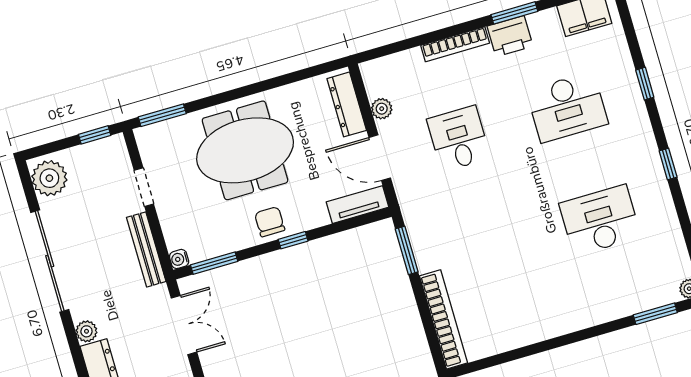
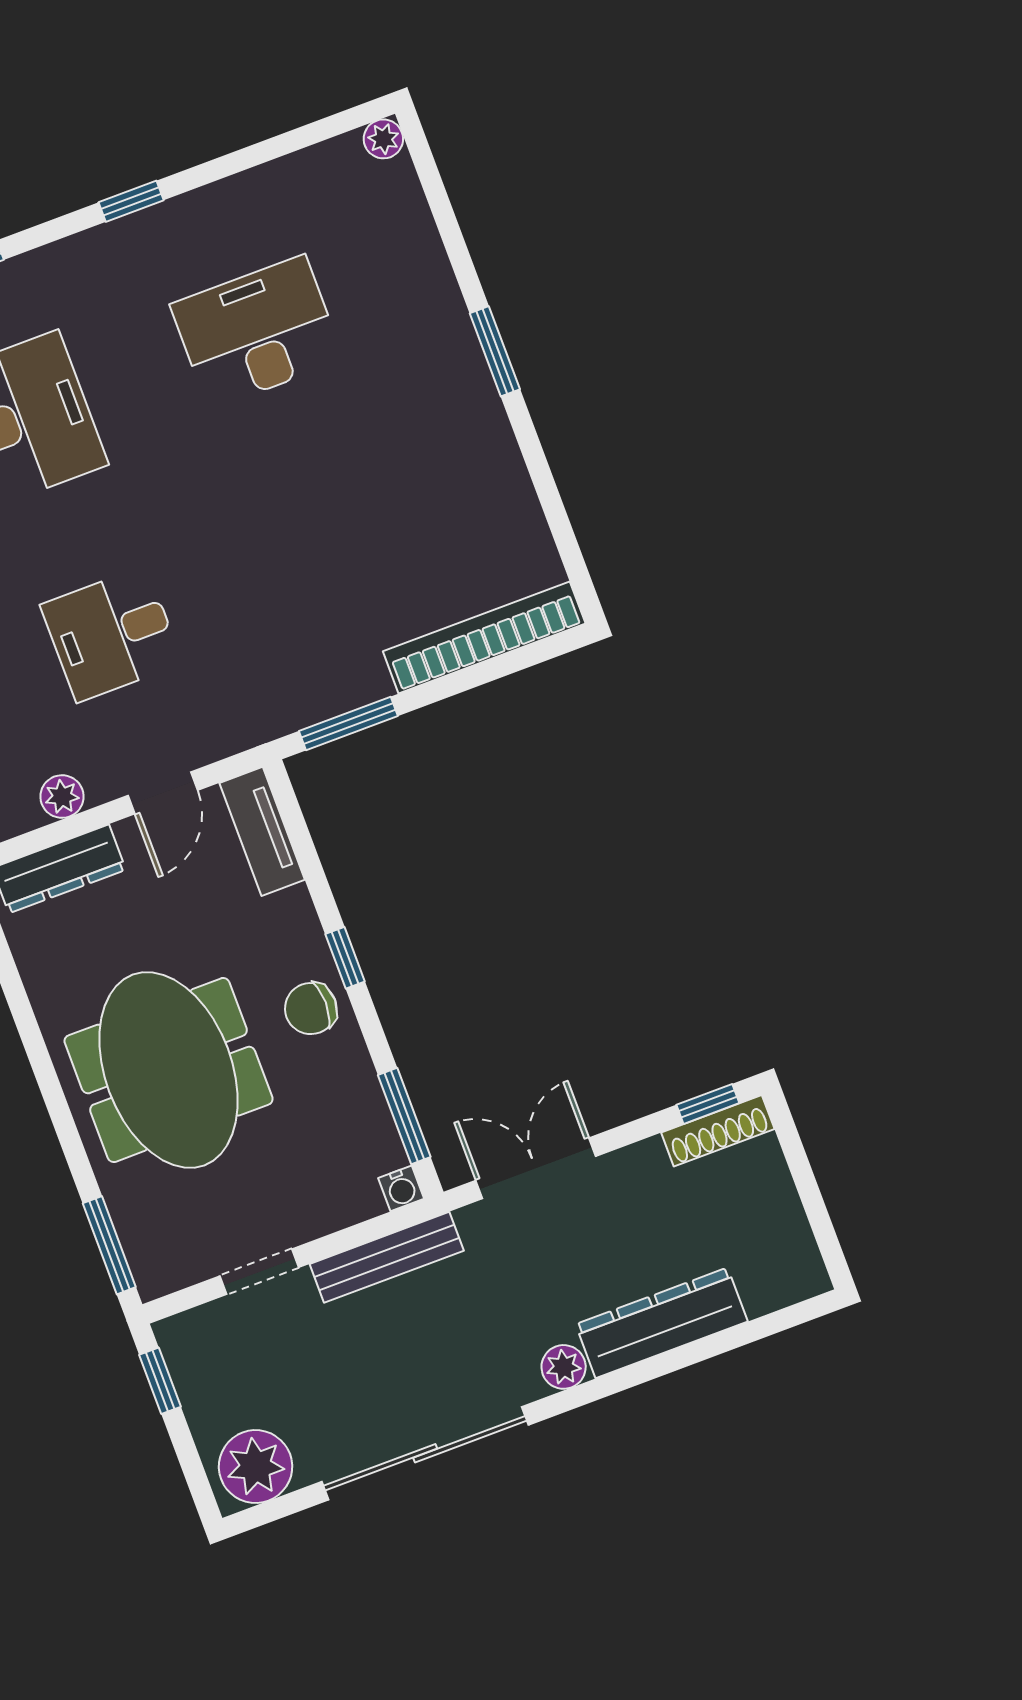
door: (380, 158) -> (163, 793), width x0.73
desk: (600, 220) -> (257, 332), turned 90
window: (655, 314) -> (495, 351), moved

